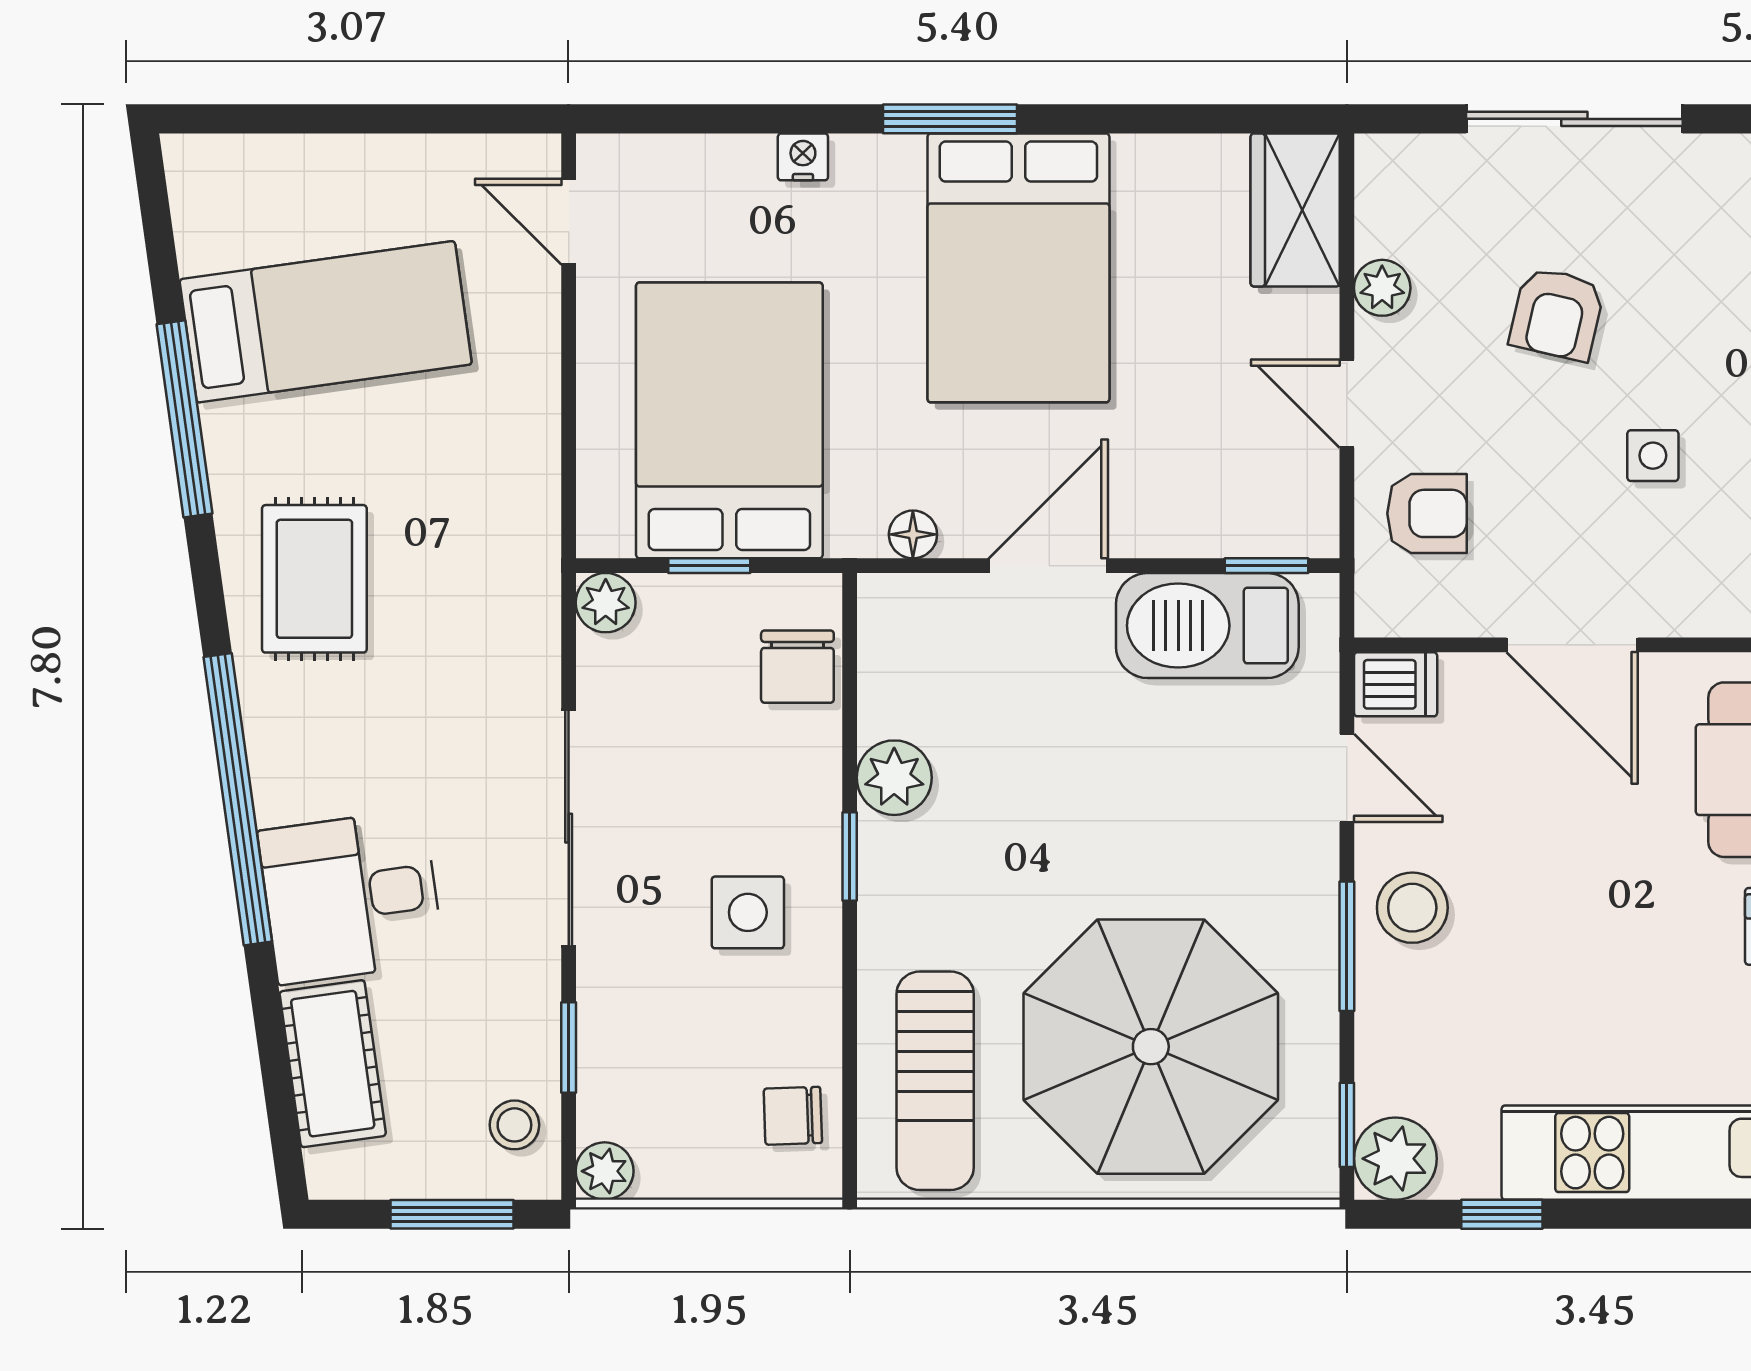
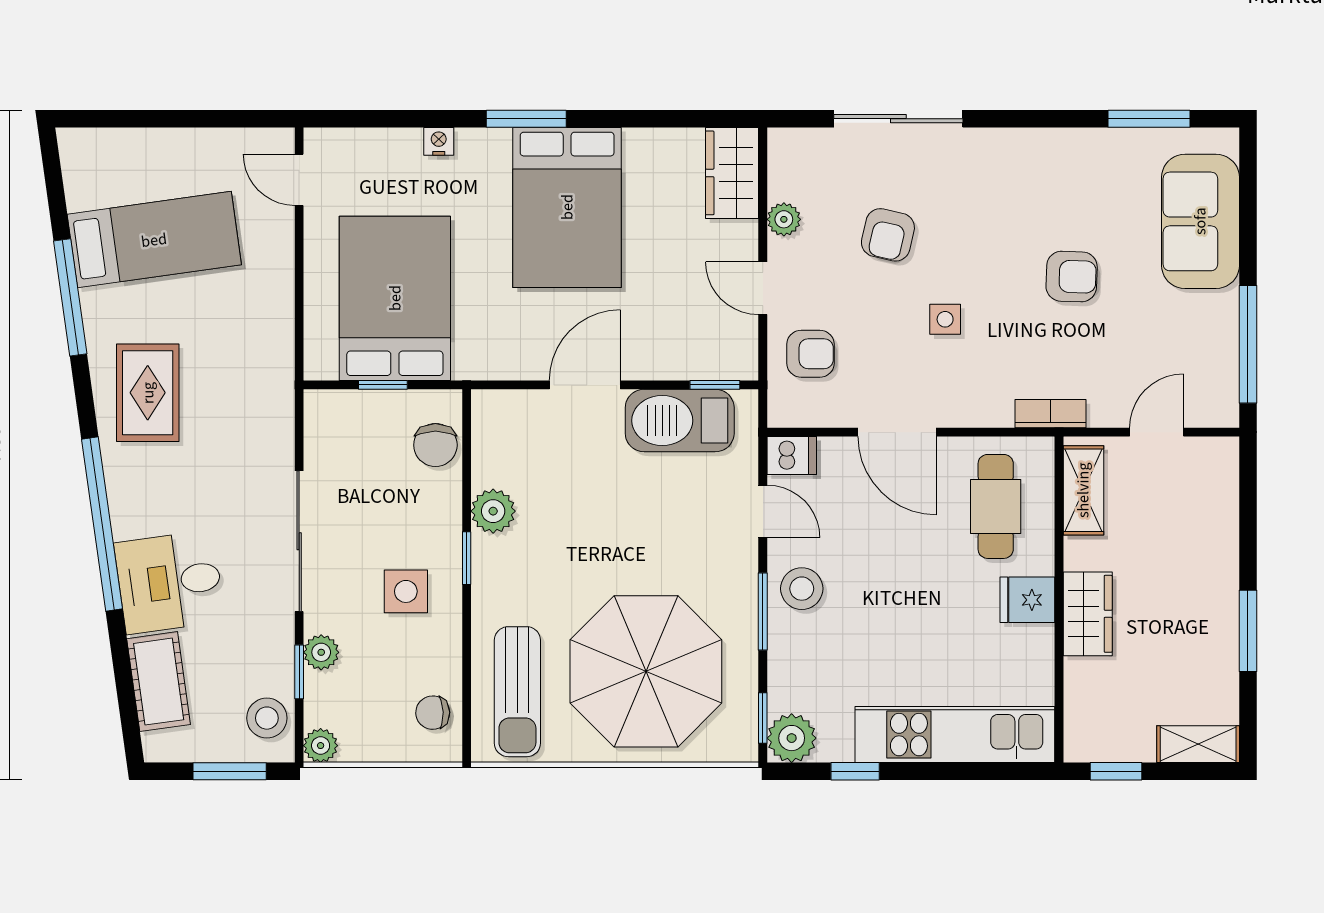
floor lamp: (913, 534) -> (504, 366), removed
plant: (606, 603) -> (321, 652), moved
stool: (514, 1125) -> (267, 718), width x1.37, depth x1.37

